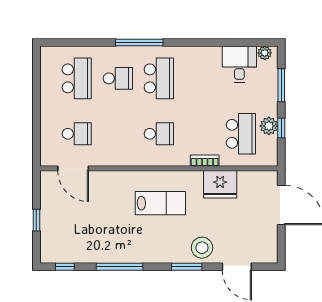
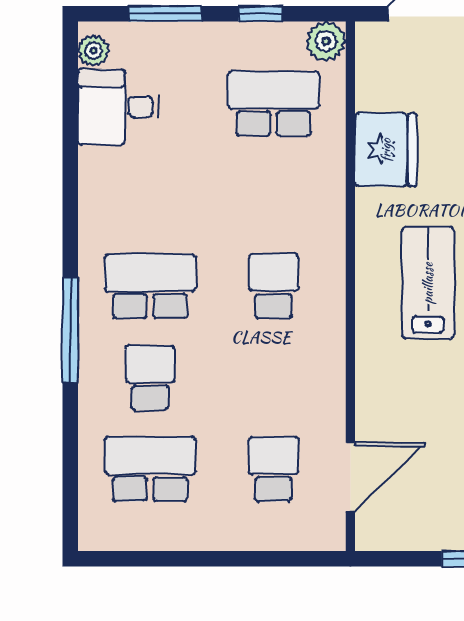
plant: (269, 126) -> (326, 41), moved
bookcase: (205, 161) -> (333, 184), removed

